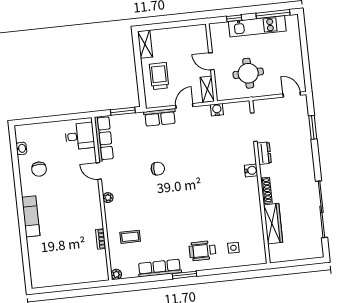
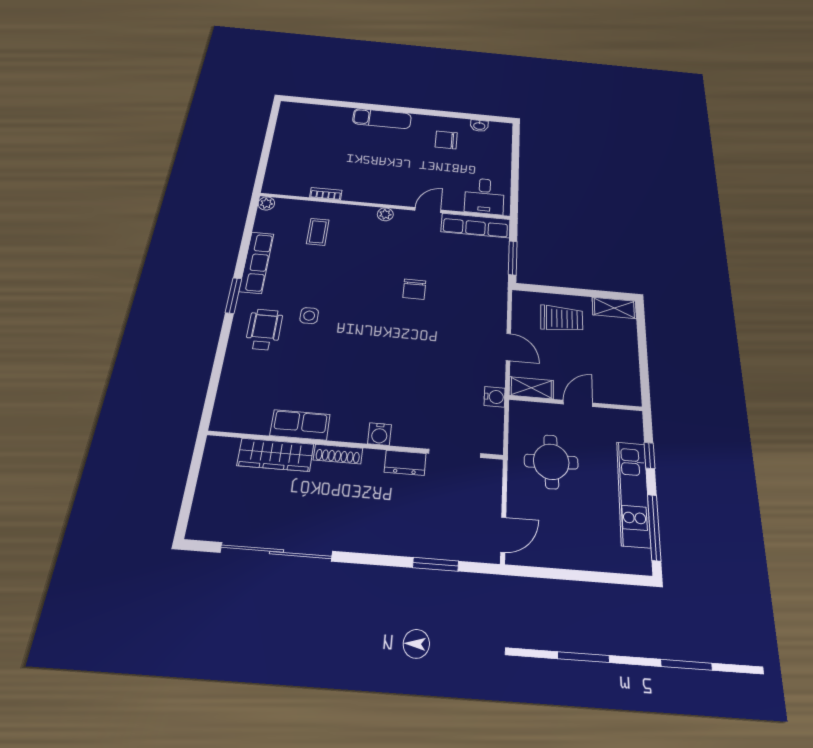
row of seats: (160, 117) -> (300, 425), moved, turned 90
side table: (233, 248) -> (309, 316), moved

